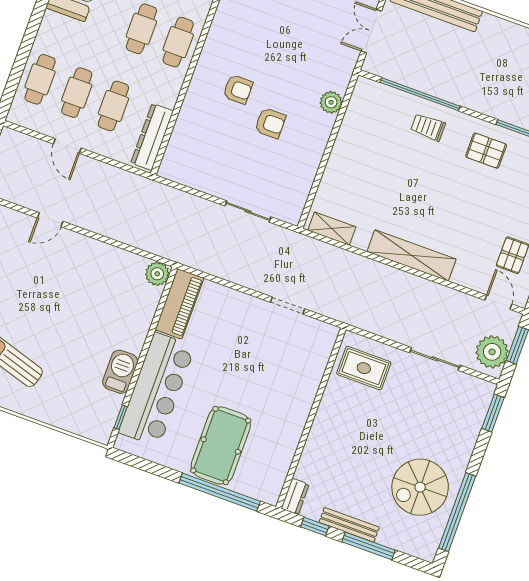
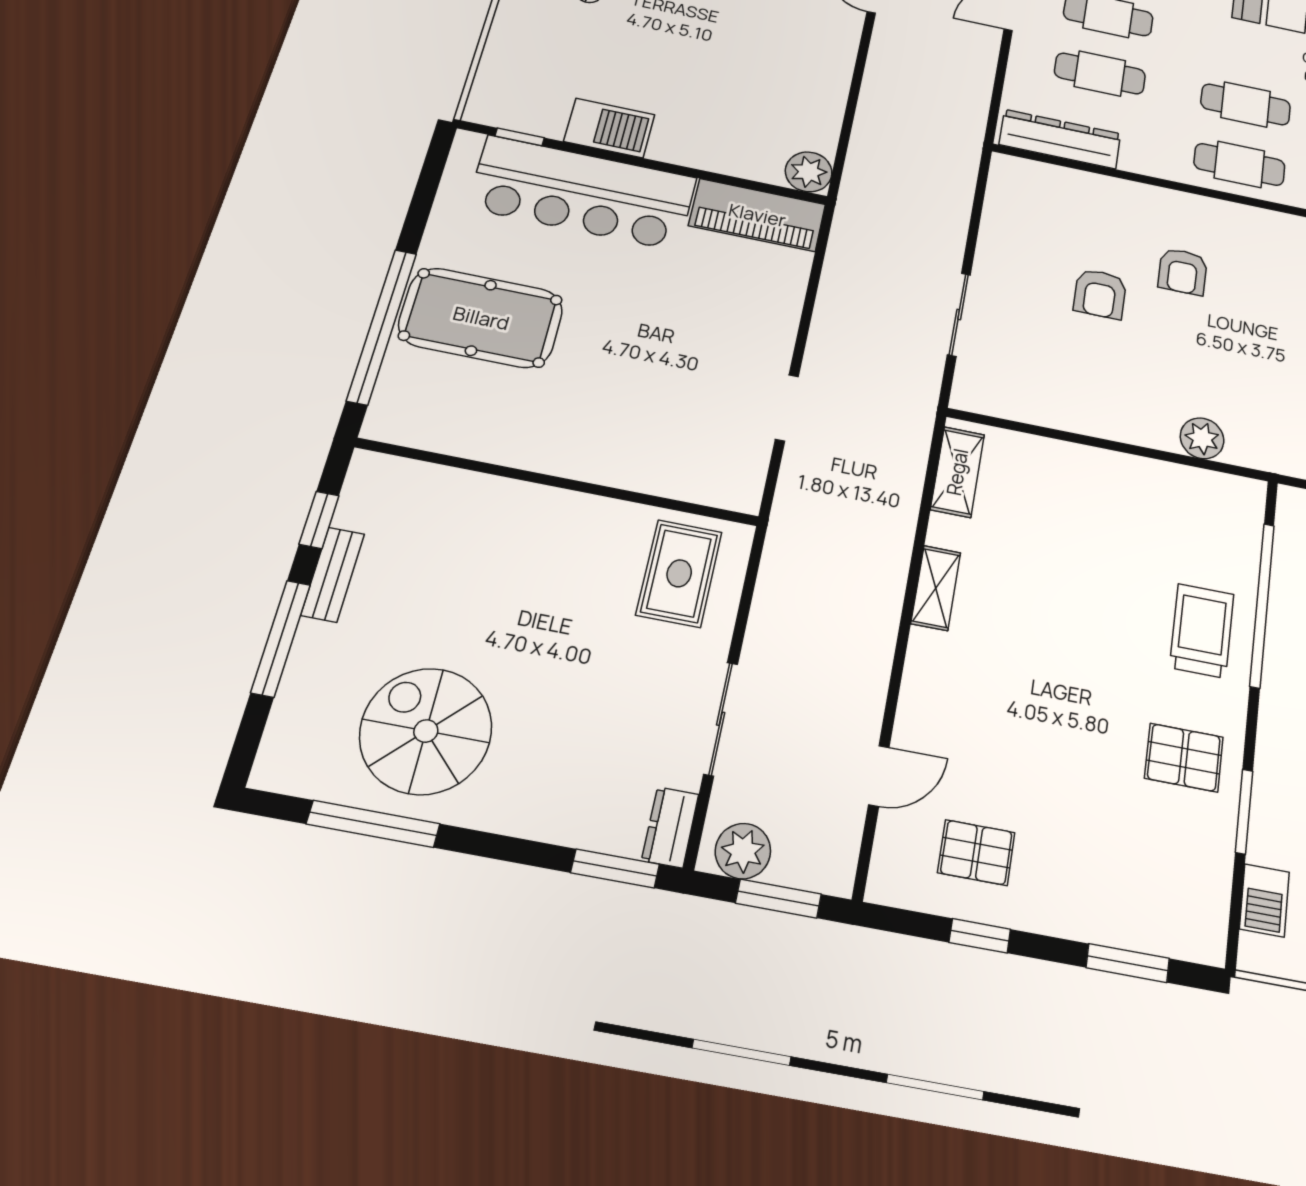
armchair: (270, 123) -> (1100, 294), moved
trolley: (428, 127) -> (1202, 631), width x1.36, depth x1.39
pallet: (486, 151) -> (1184, 758), turned 90
shelving: (412, 255) -> (936, 588), width x0.45, depth x0.75
door: (498, 302) -> (879, 776), moved
plant: (492, 352) -> (743, 851), width x0.73, depth x0.73
dresser: (295, 496) -> (670, 827), moved, turned 90
window: (457, 512) -> (373, 824), width x0.68
bench: (349, 525) -> (333, 574), width x0.73

